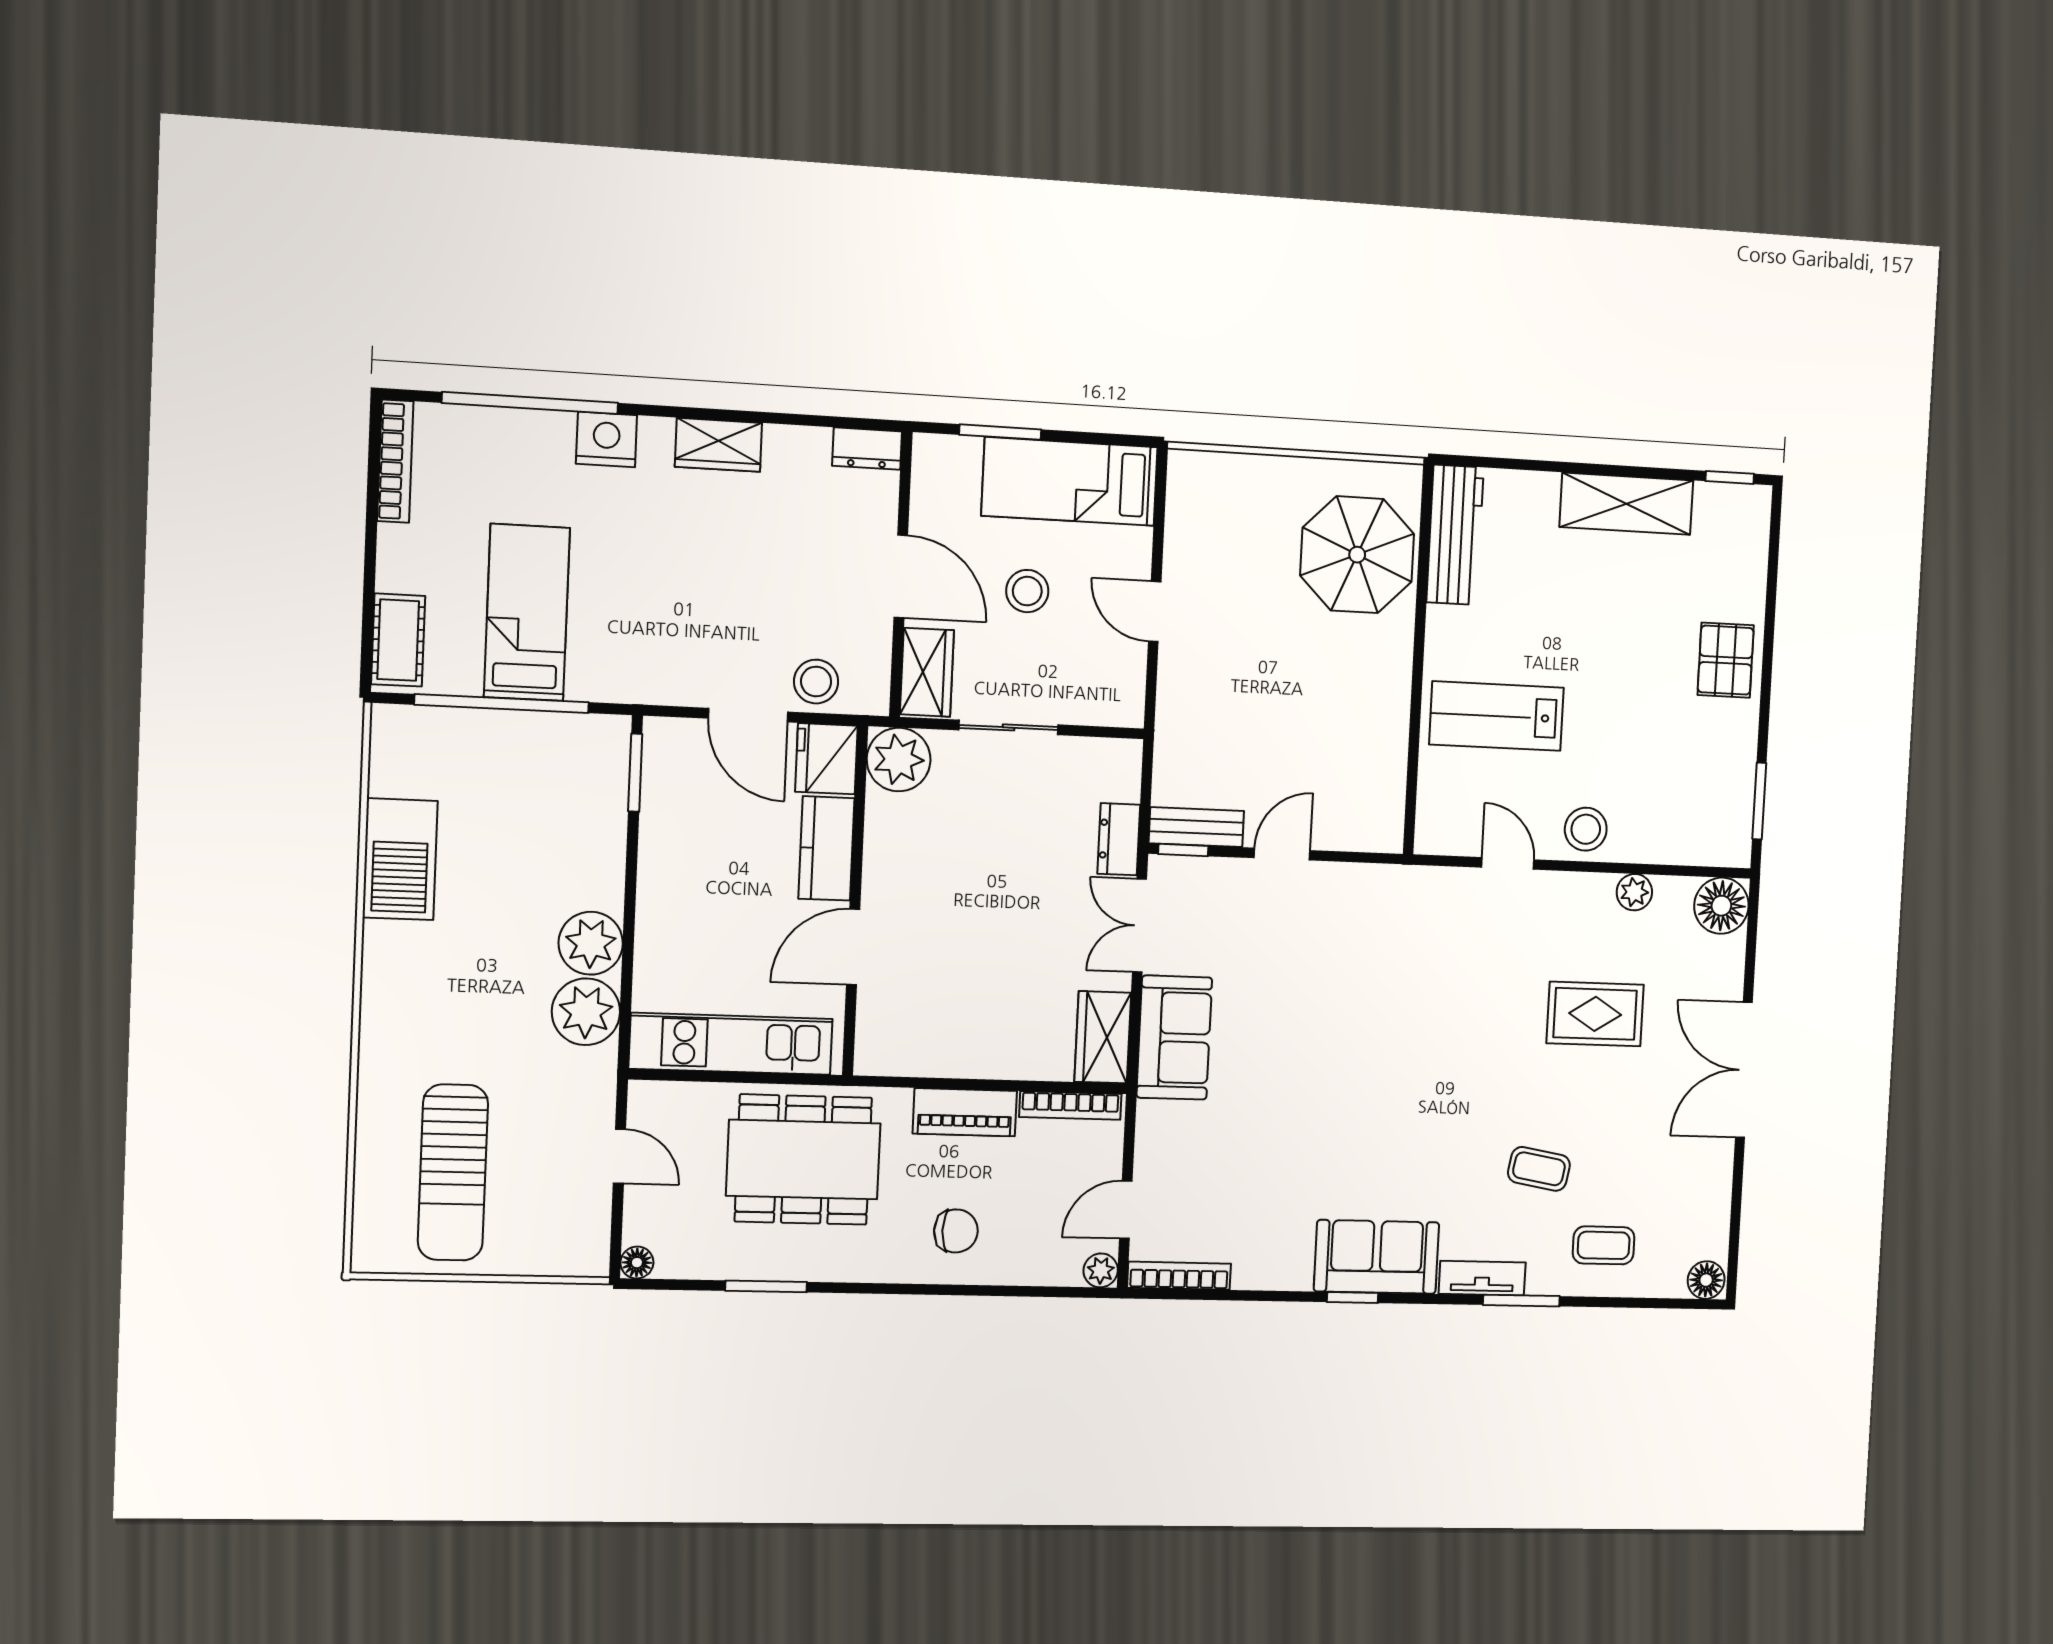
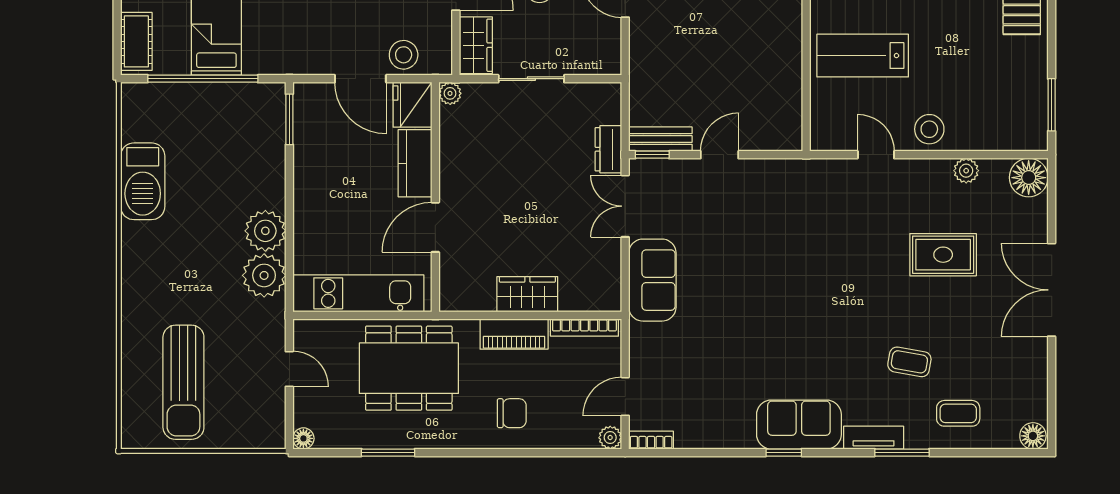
plant: (899, 760) -> (450, 93), width x0.53, depth x0.53
wardrobe: (1103, 1037) -> (527, 294), moved, turned 90
bookcase: (1179, 1276) -> (651, 440), width x0.64

